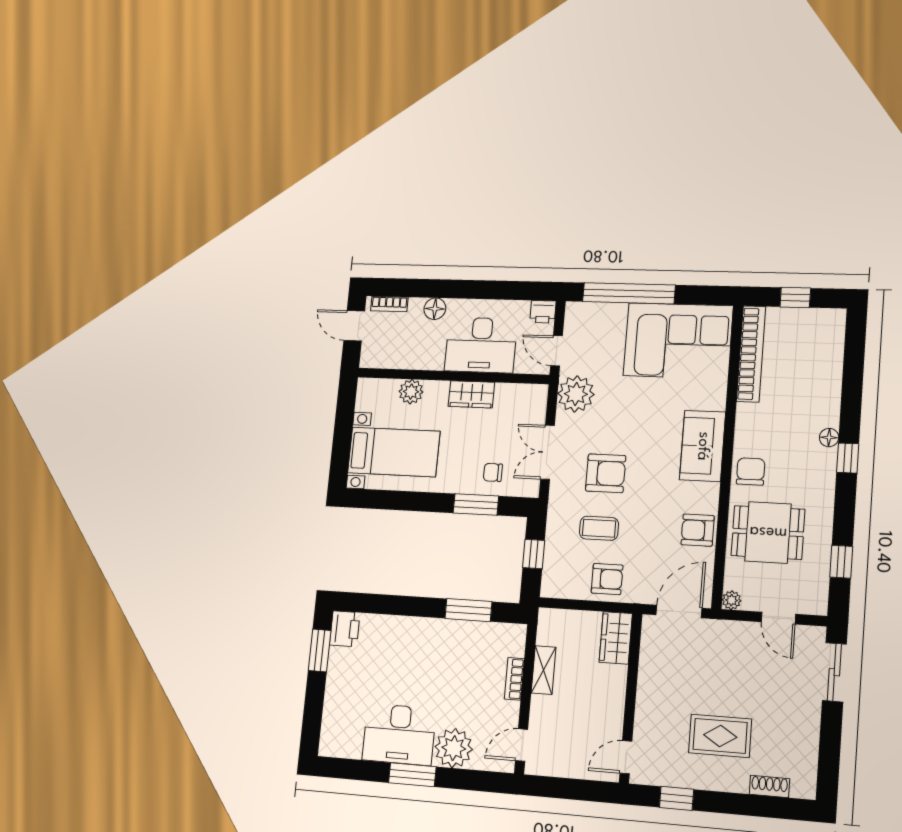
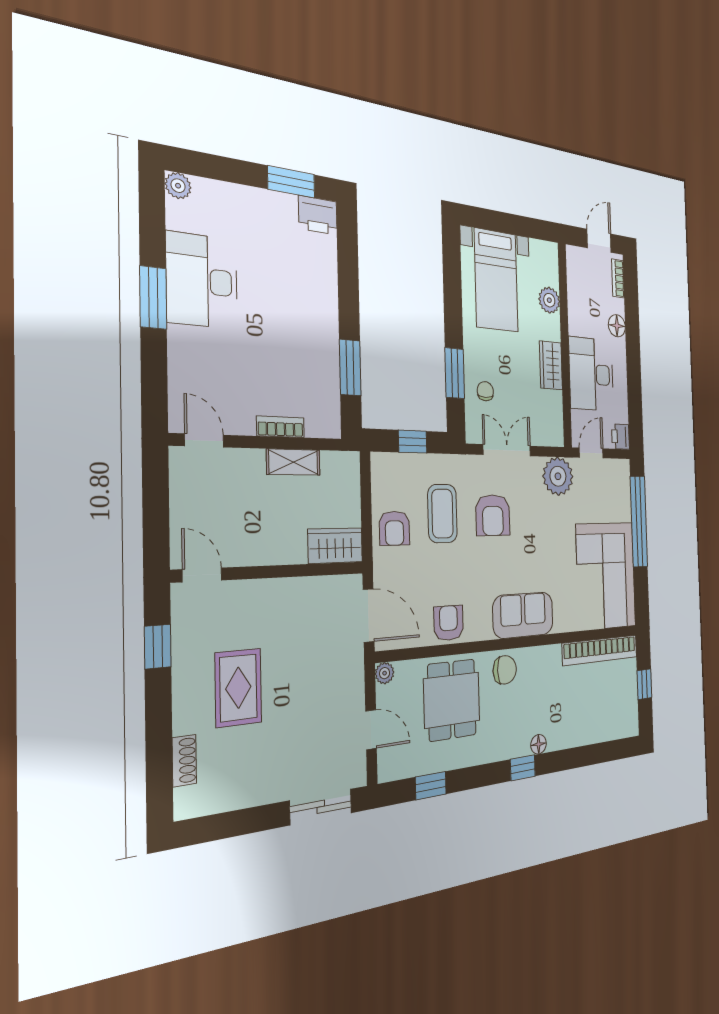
coffee table: (599, 528) -> (442, 514), width x1.36, depth x1.30
door: (778, 618) -> (371, 730), swing flipped
plant: (454, 748) -> (178, 186), moved, width x0.53, depth x0.53

